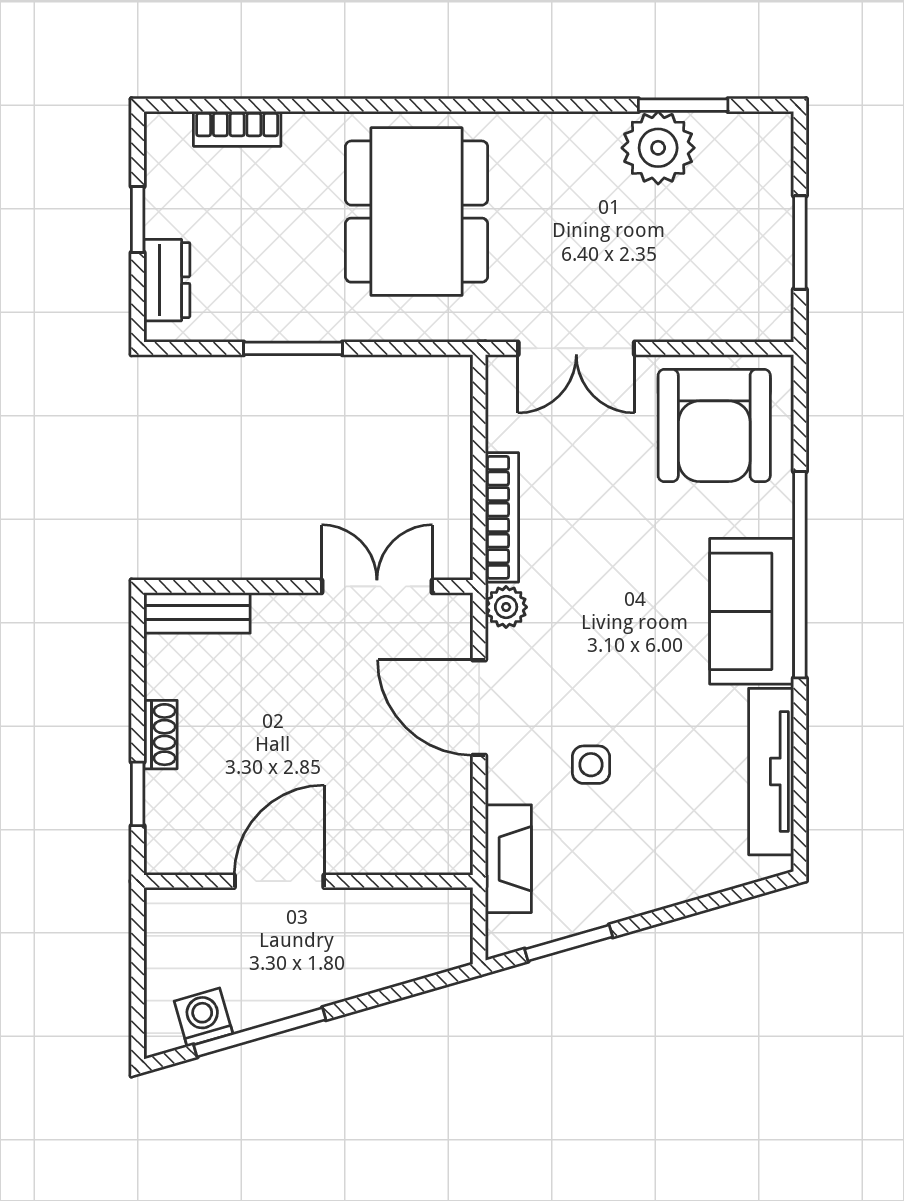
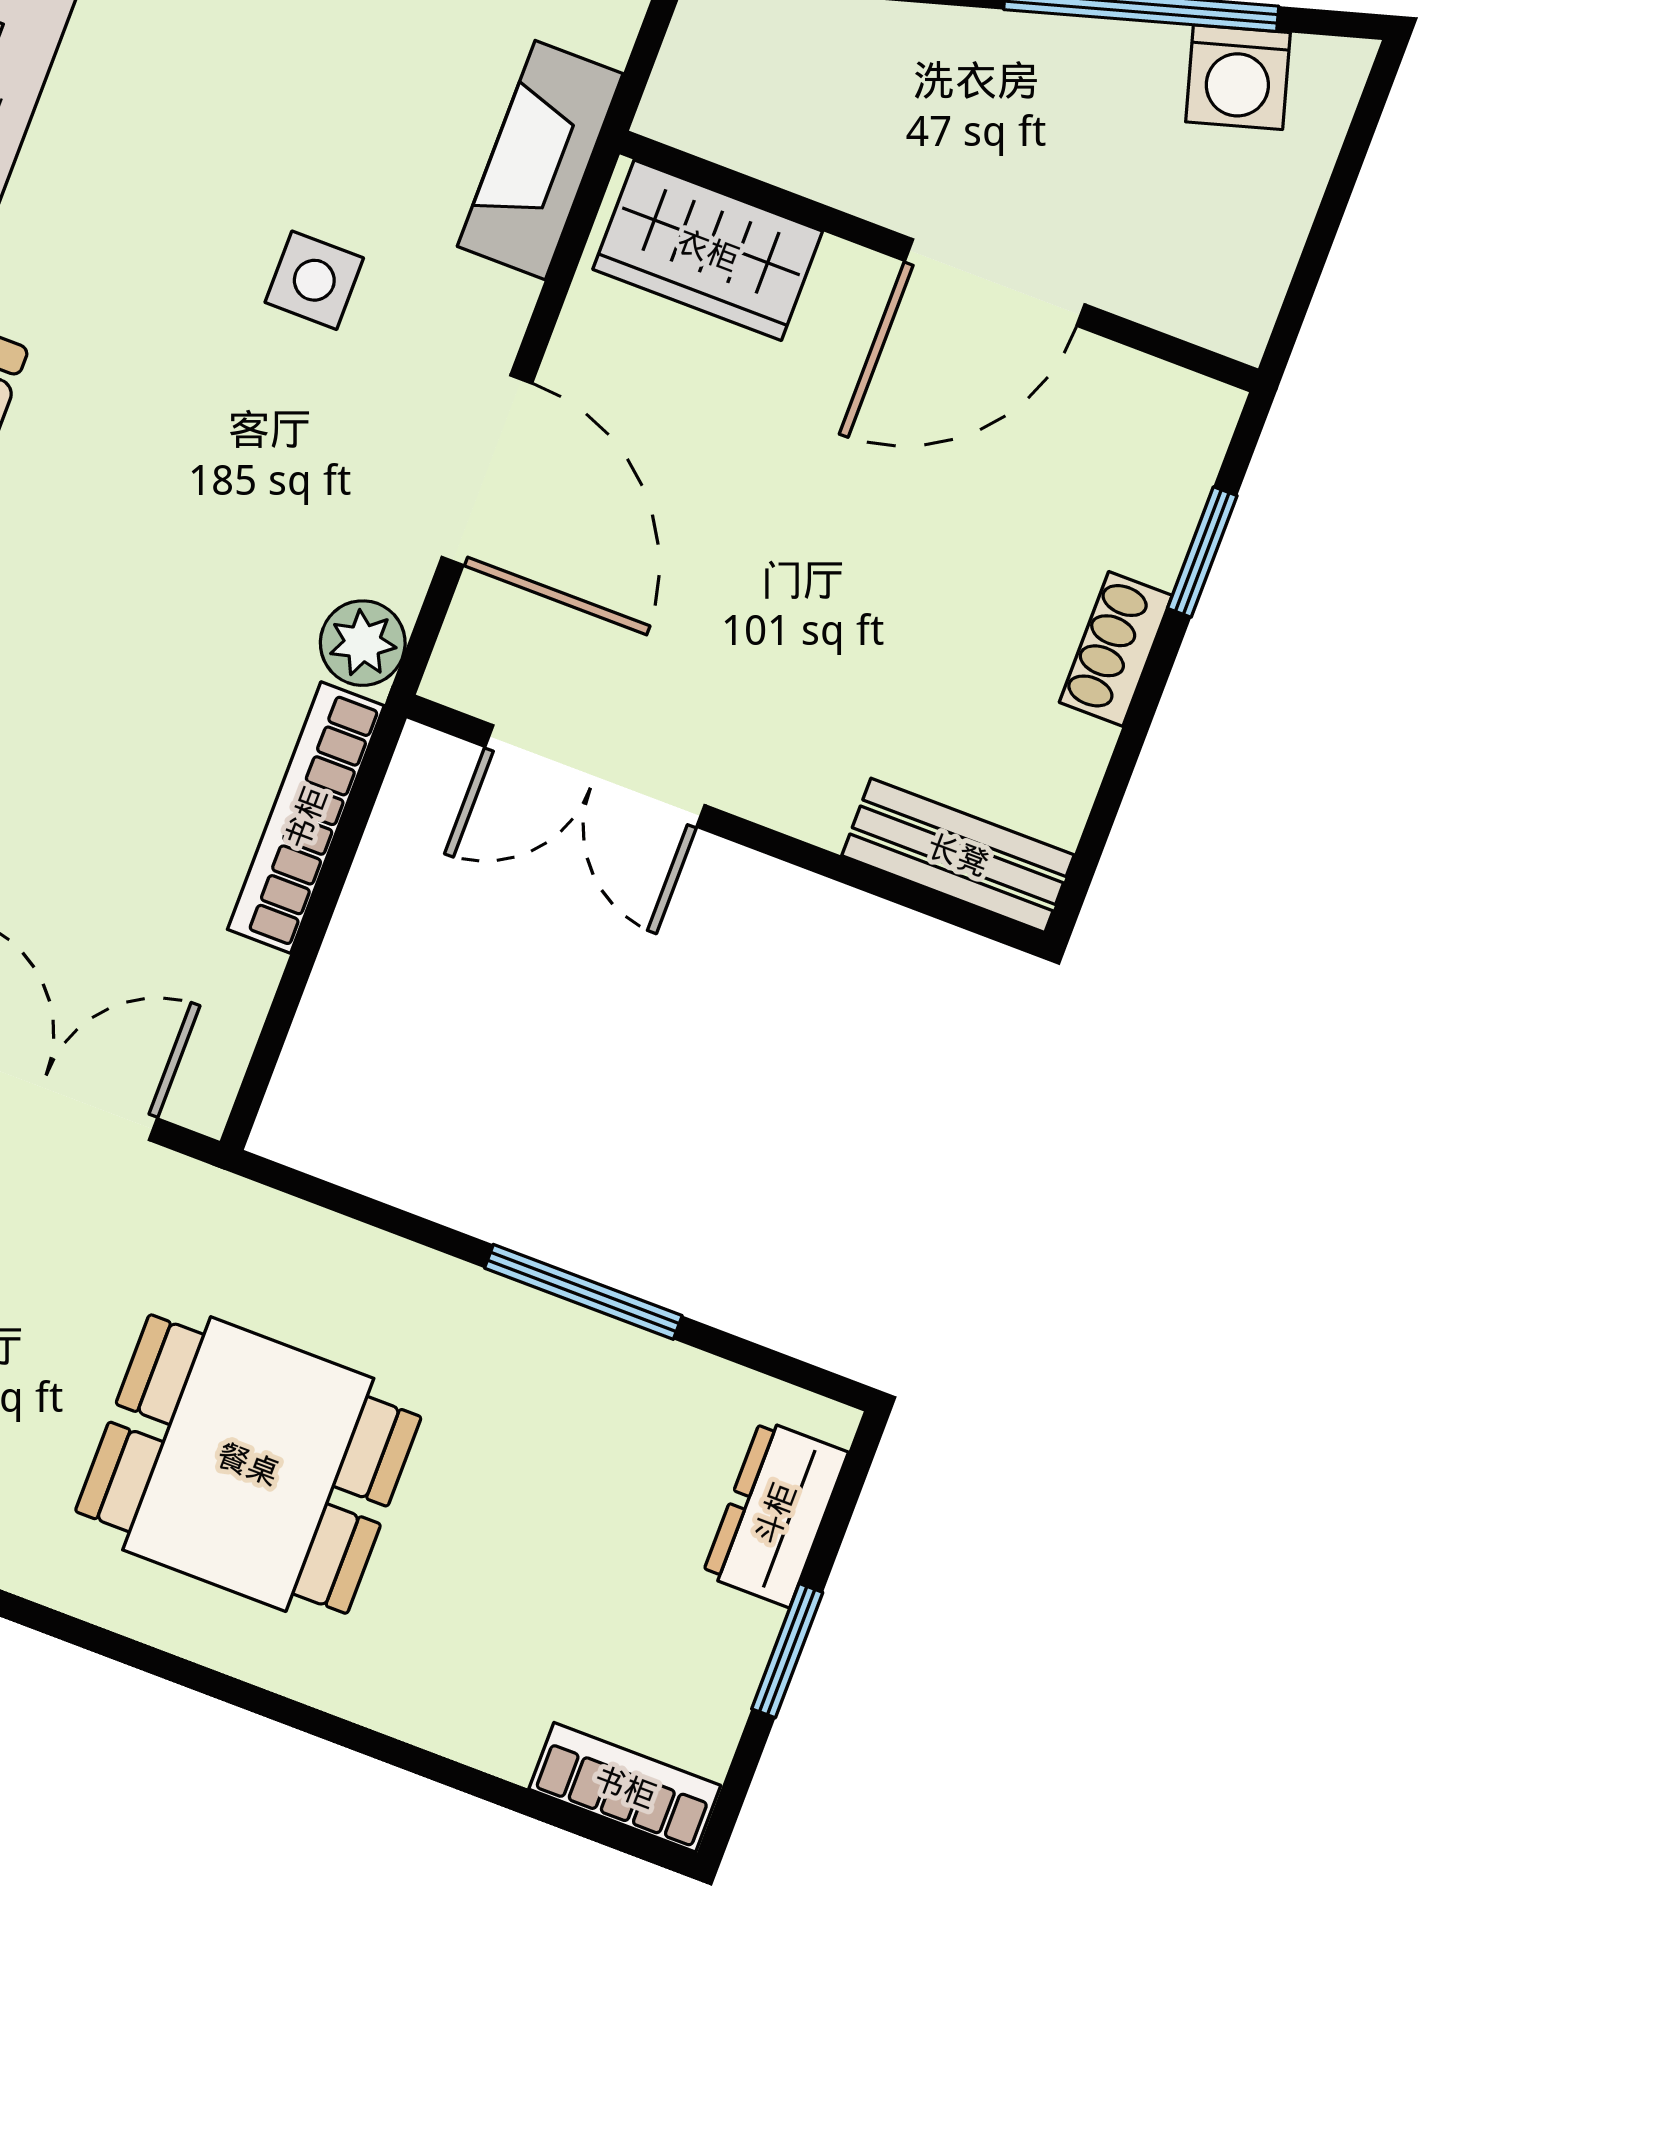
bookcase: (237, 129) -> (625, 1787), moved
dining table: (417, 212) -> (248, 1464), width x0.73
wardrobe: (416, 846) -> (708, 250), added

